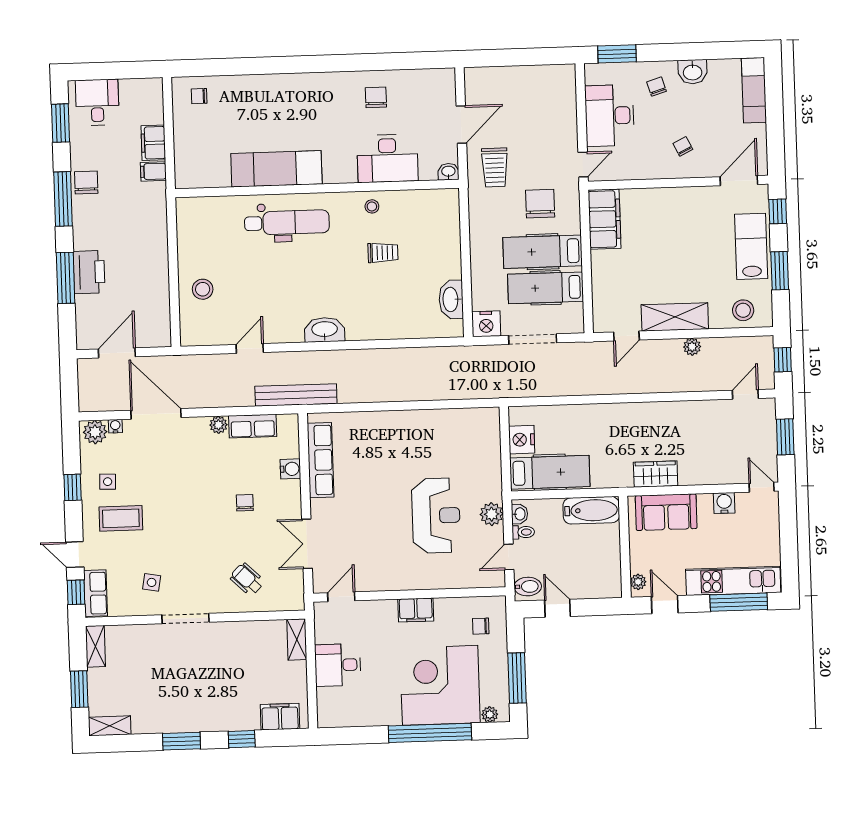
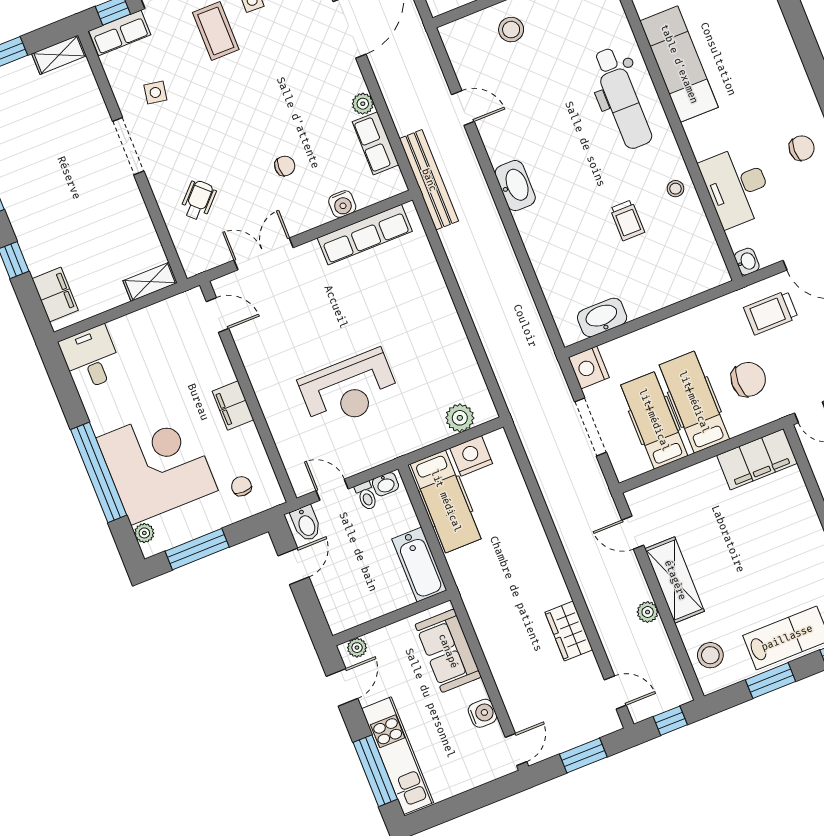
wardrobe: (656, 474) -> (569, 631), moved, turned 180
plant: (492, 514) -> (460, 418), moved
desk: (338, 665) -> (91, 358), moved

